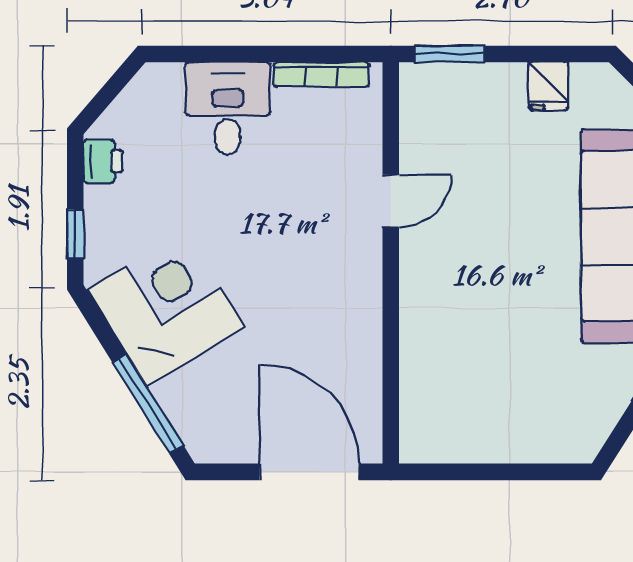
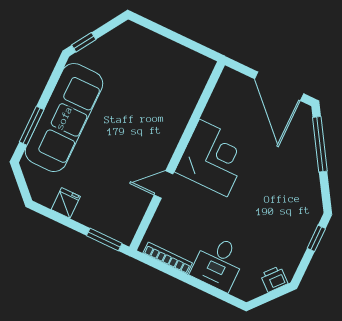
printer: (103, 161) -> (274, 279), moved, turned 41
corner desk: (166, 308) -> (213, 158), moved, turned -148
door: (309, 472) -> (279, 86), moved

